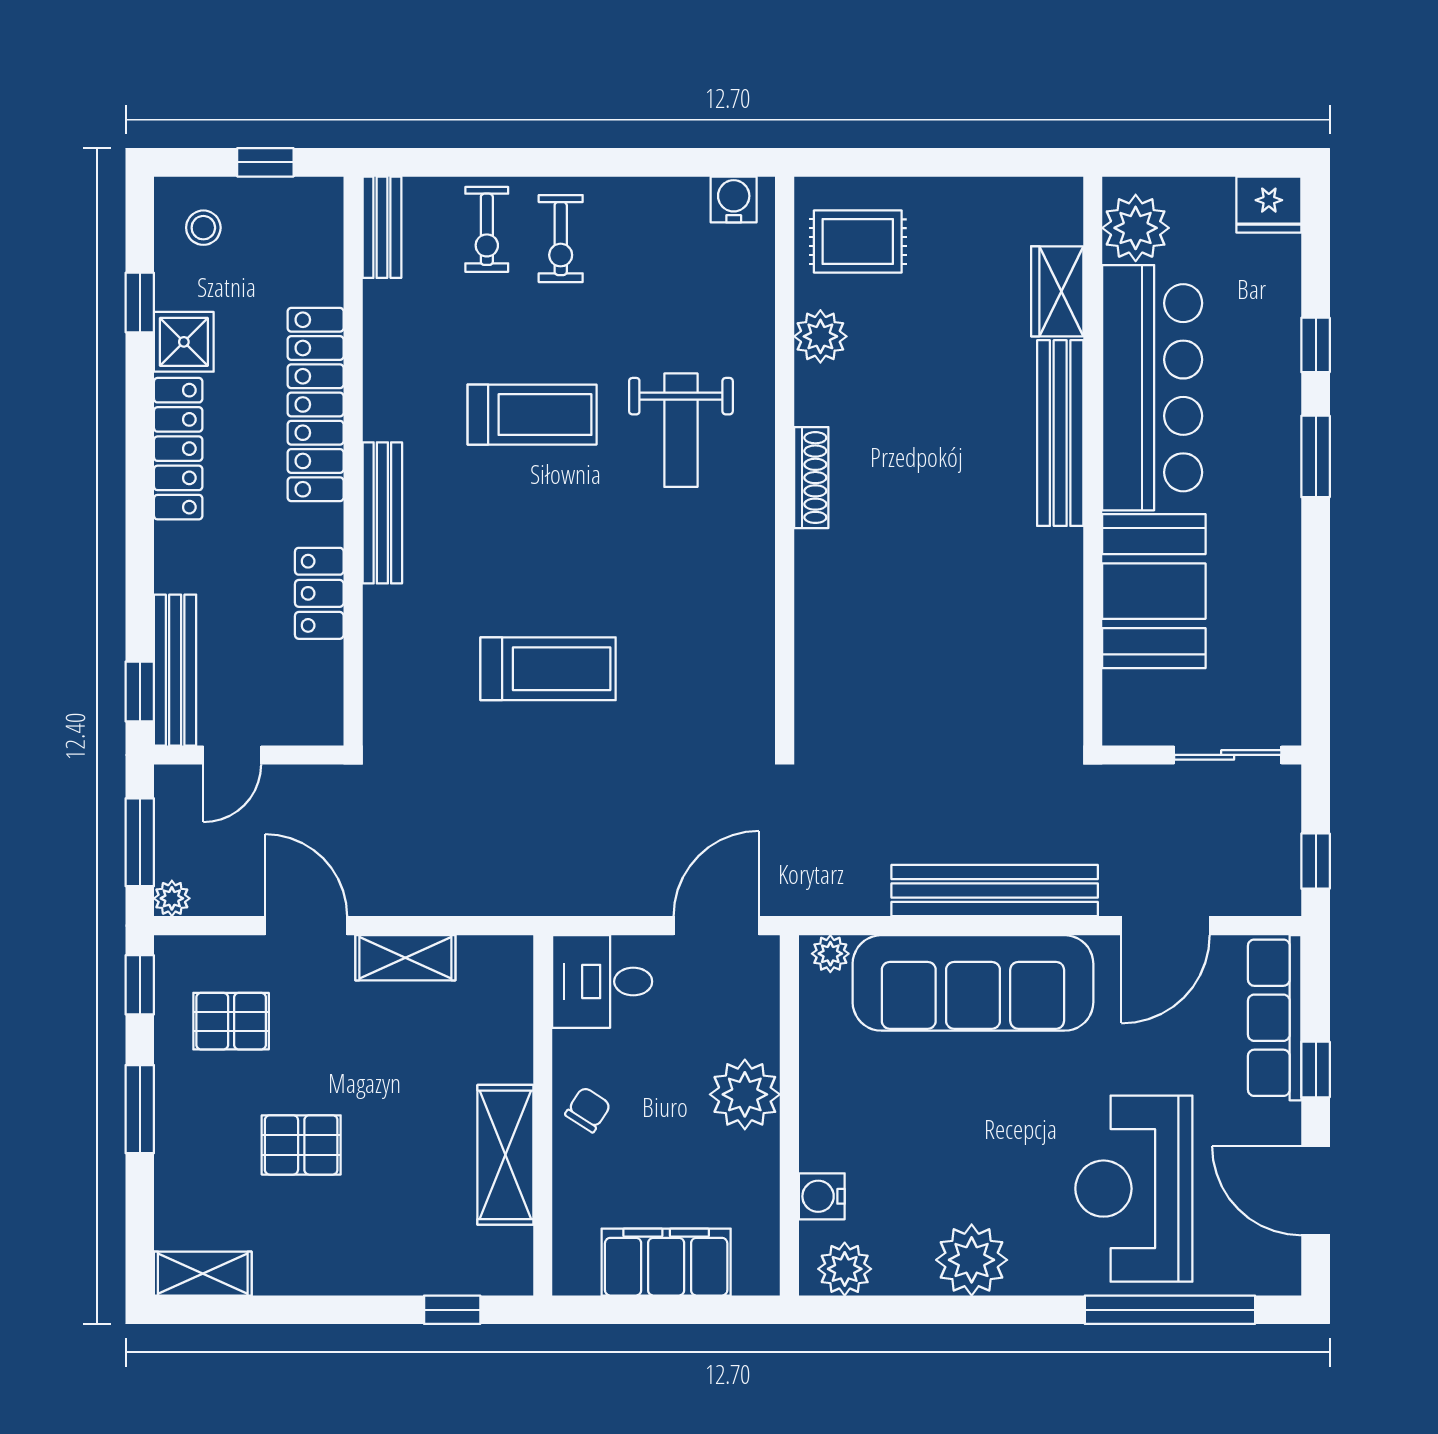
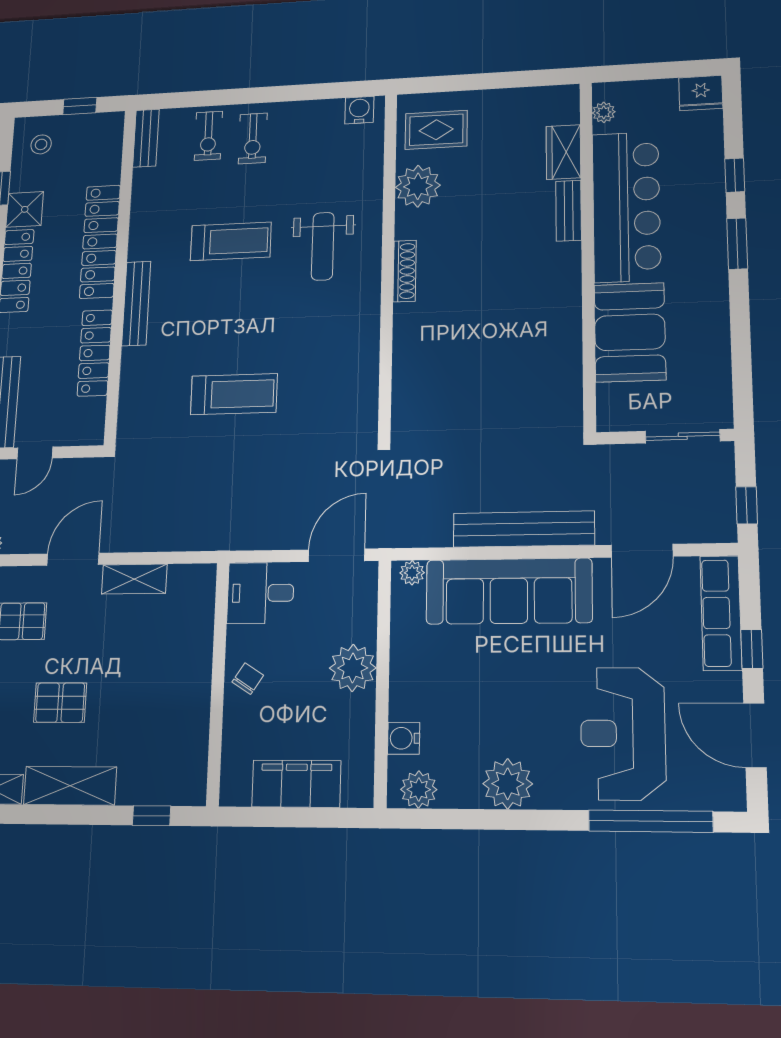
plant: (1136, 228) -> (604, 112), width x0.53, depth x0.53
plant: (820, 336) -> (418, 186), width x1.36, depth x1.36
bench: (1060, 433) -> (569, 211), width x0.54, depth x0.82
locker: (319, 593) -> (95, 353), width x1.53
door: (306, 926) -> (73, 559), hinge flipped
shelving: (505, 1155) -> (70, 786), moved, turned 90

